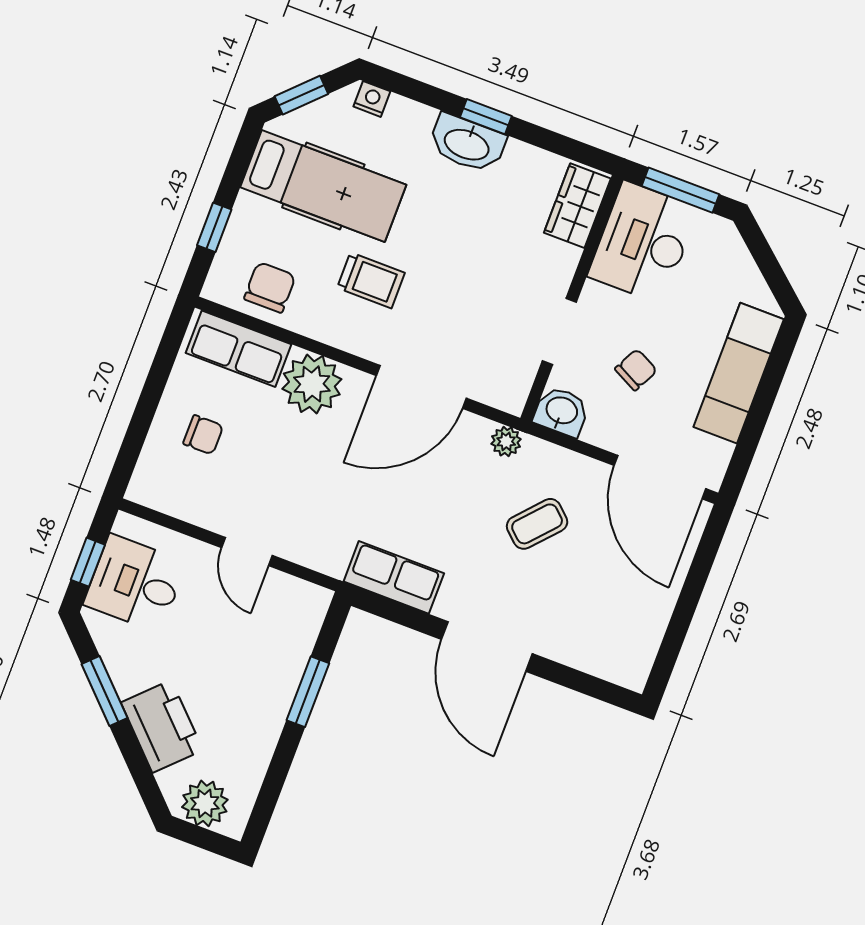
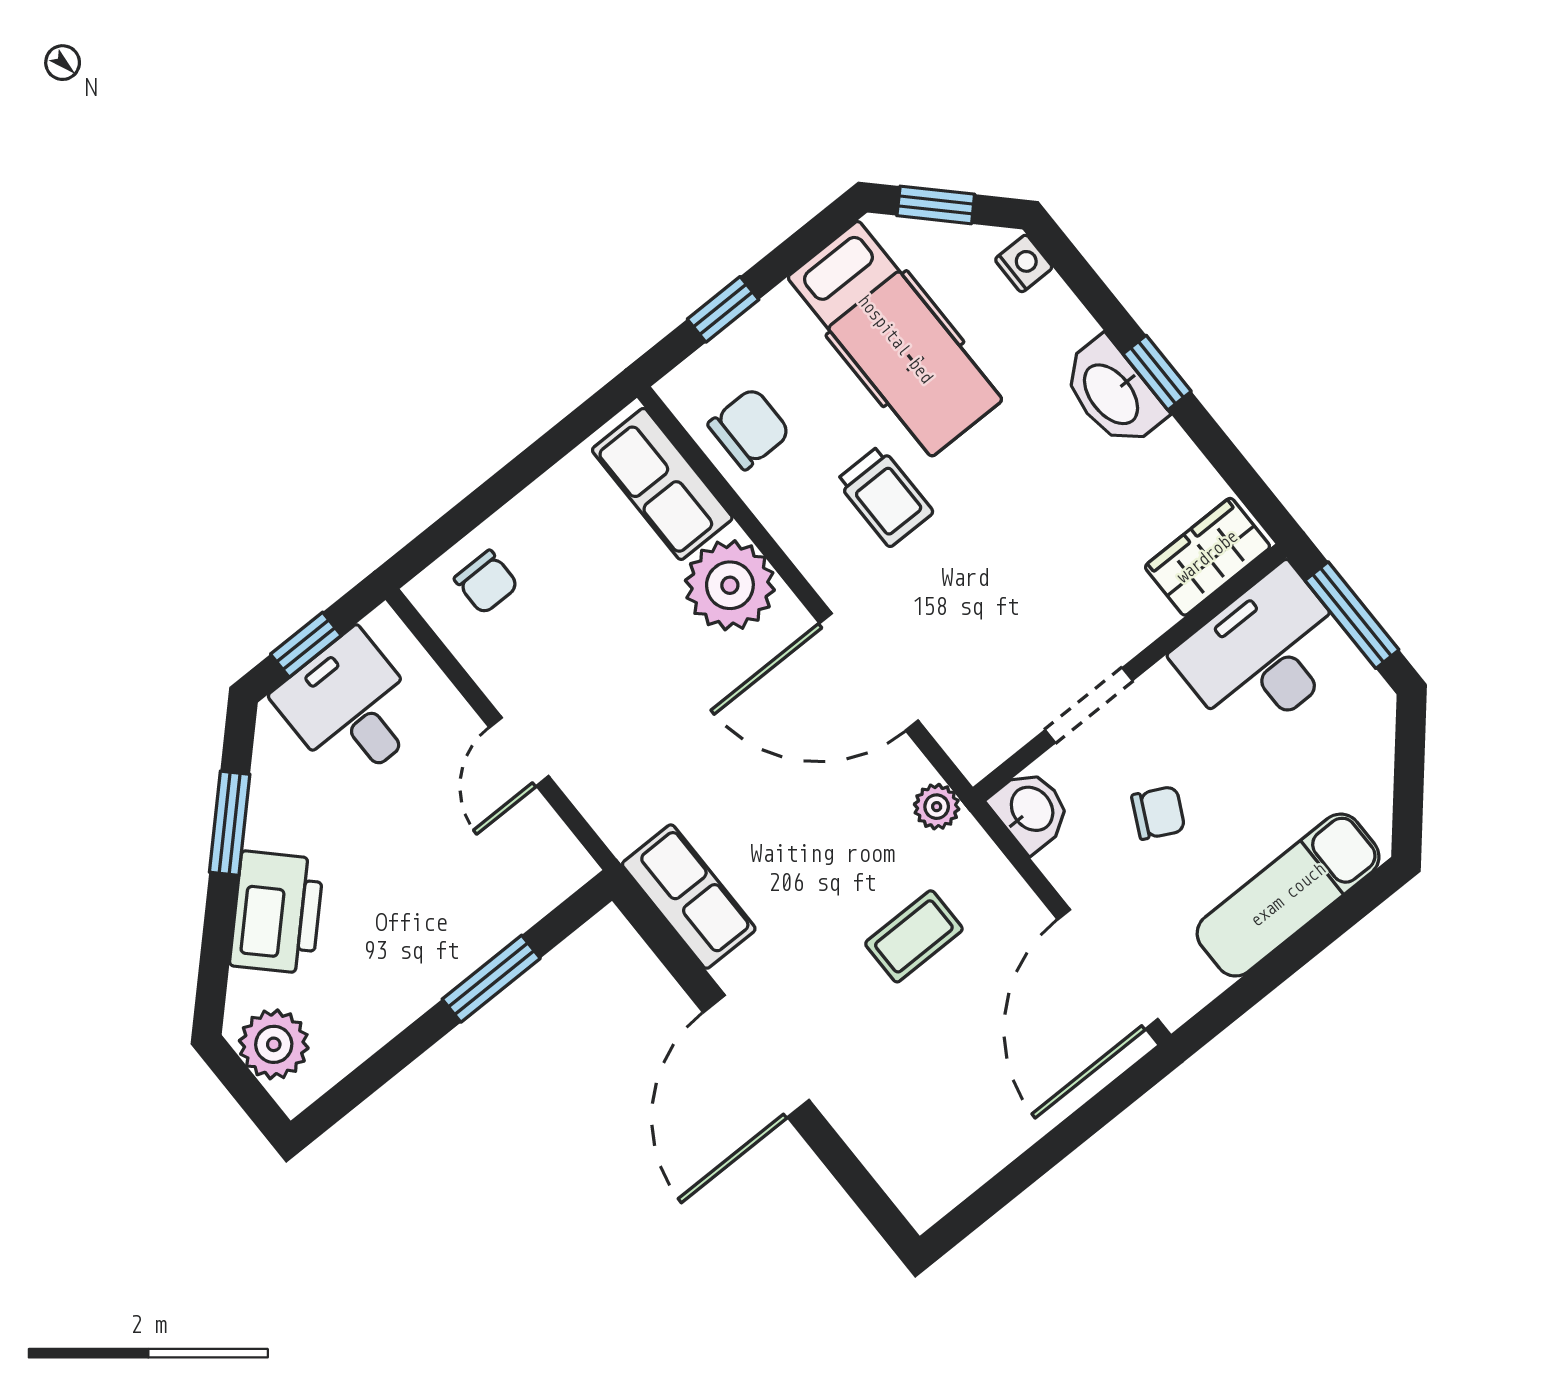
chair: (203, 435) -> (486, 582), moved
coffee table: (537, 524) -> (914, 936), turned -42

